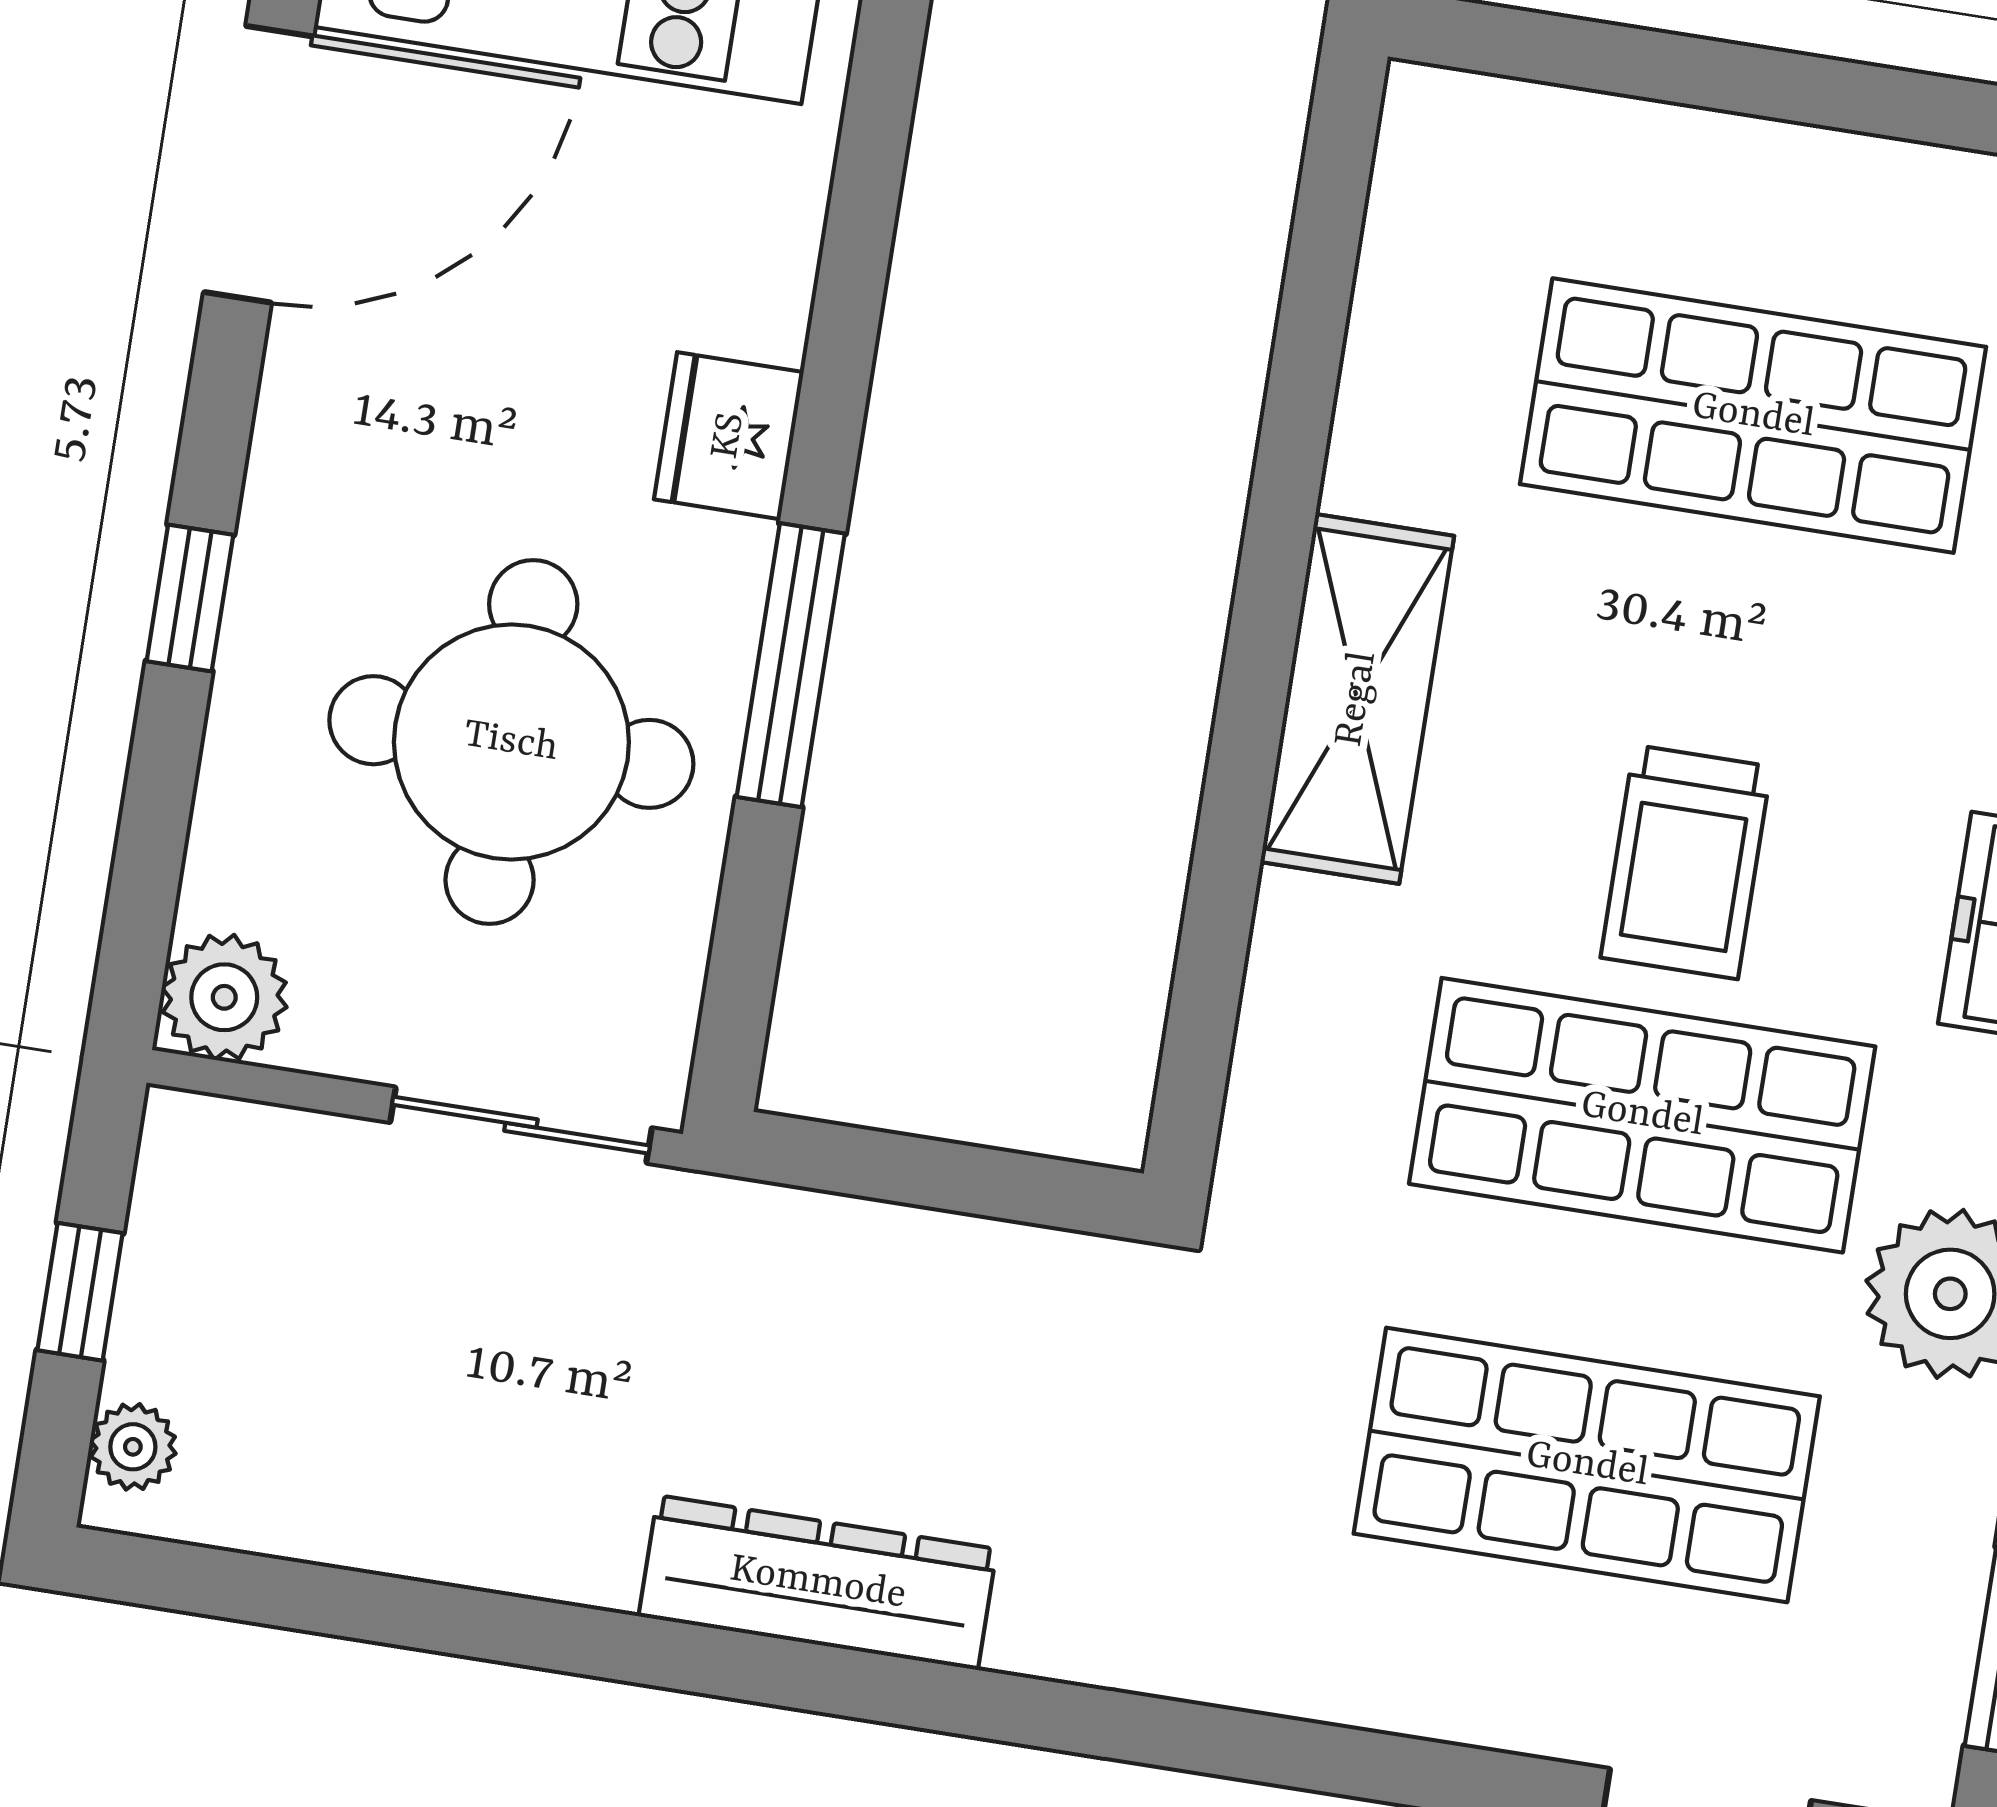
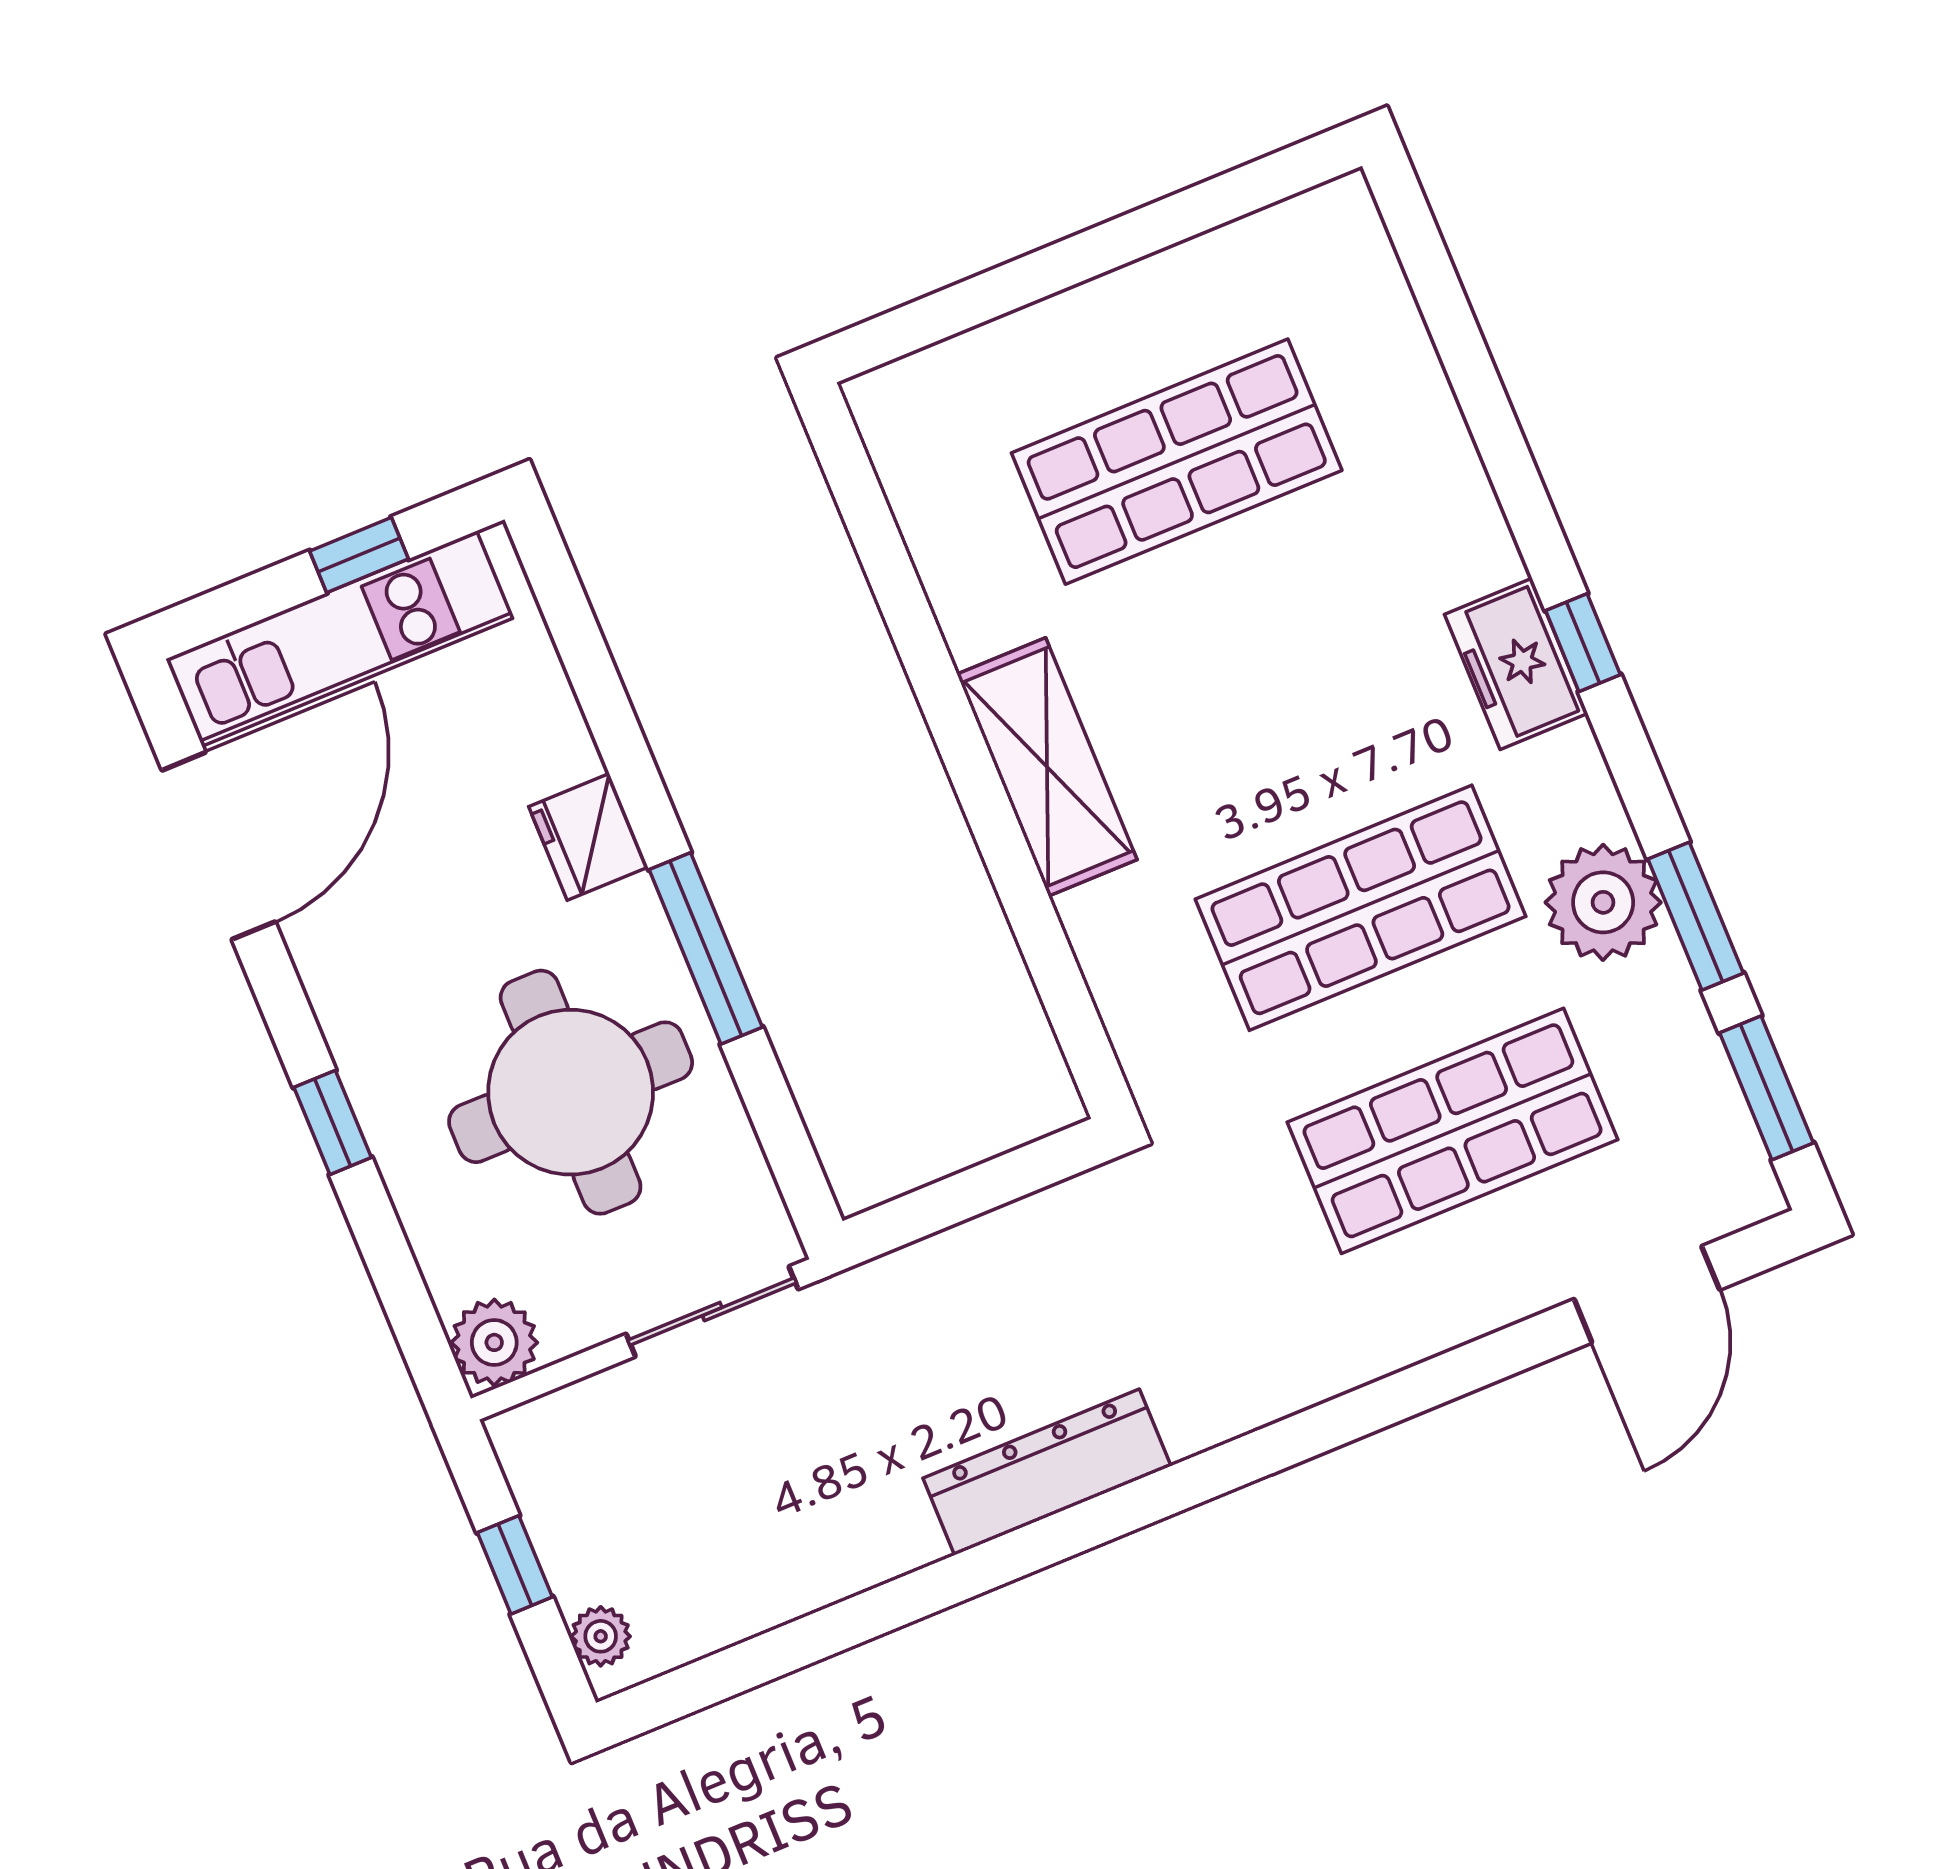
trolley: (1686, 862) -> (1296, 745), removed

